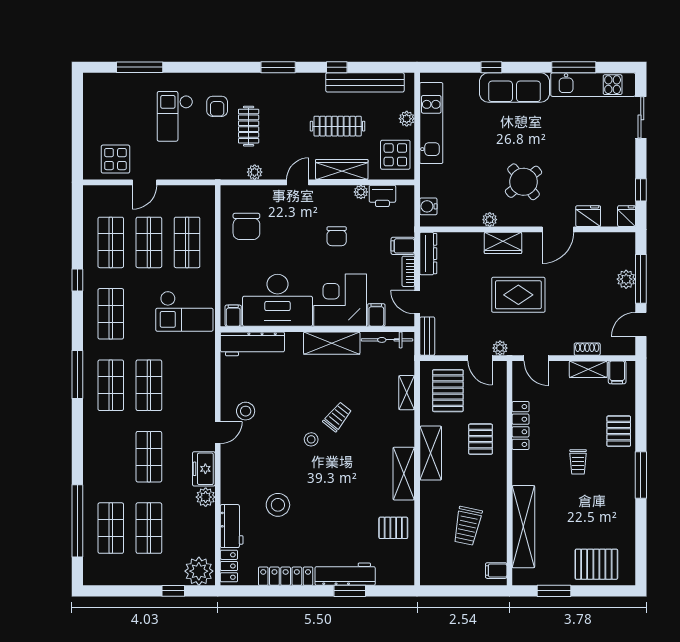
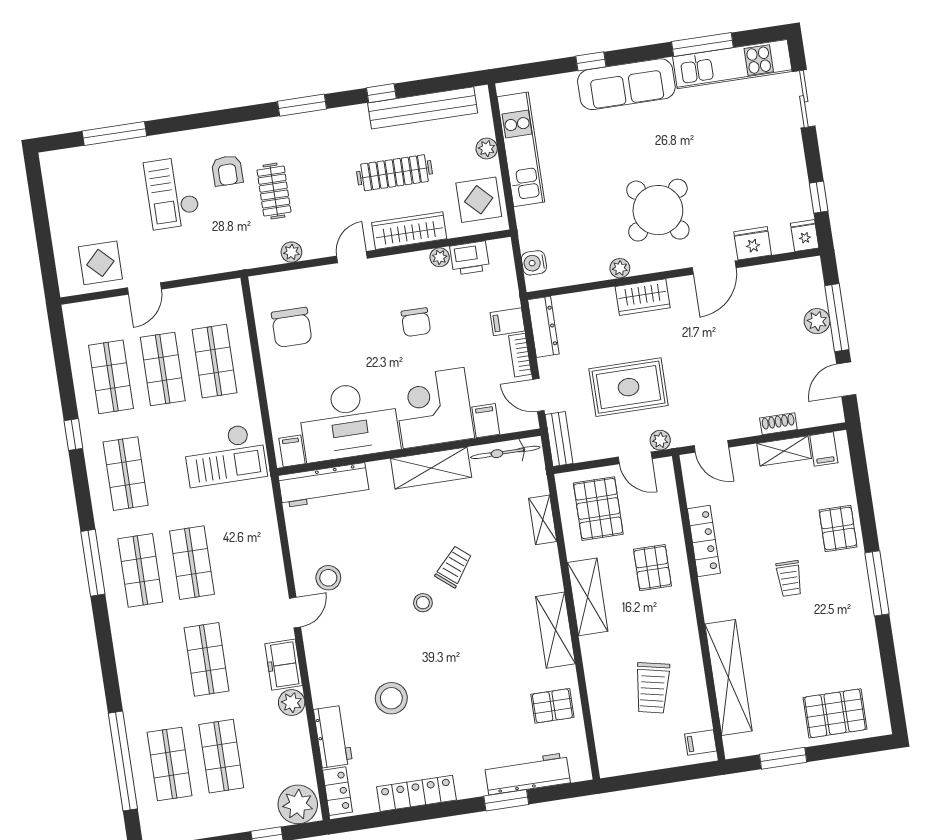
round table: (524, 182) -> (658, 210), width x1.36, depth x1.36
rug: (518, 295) -> (629, 387), moved
workbench: (345, 574) -> (527, 774), moved

